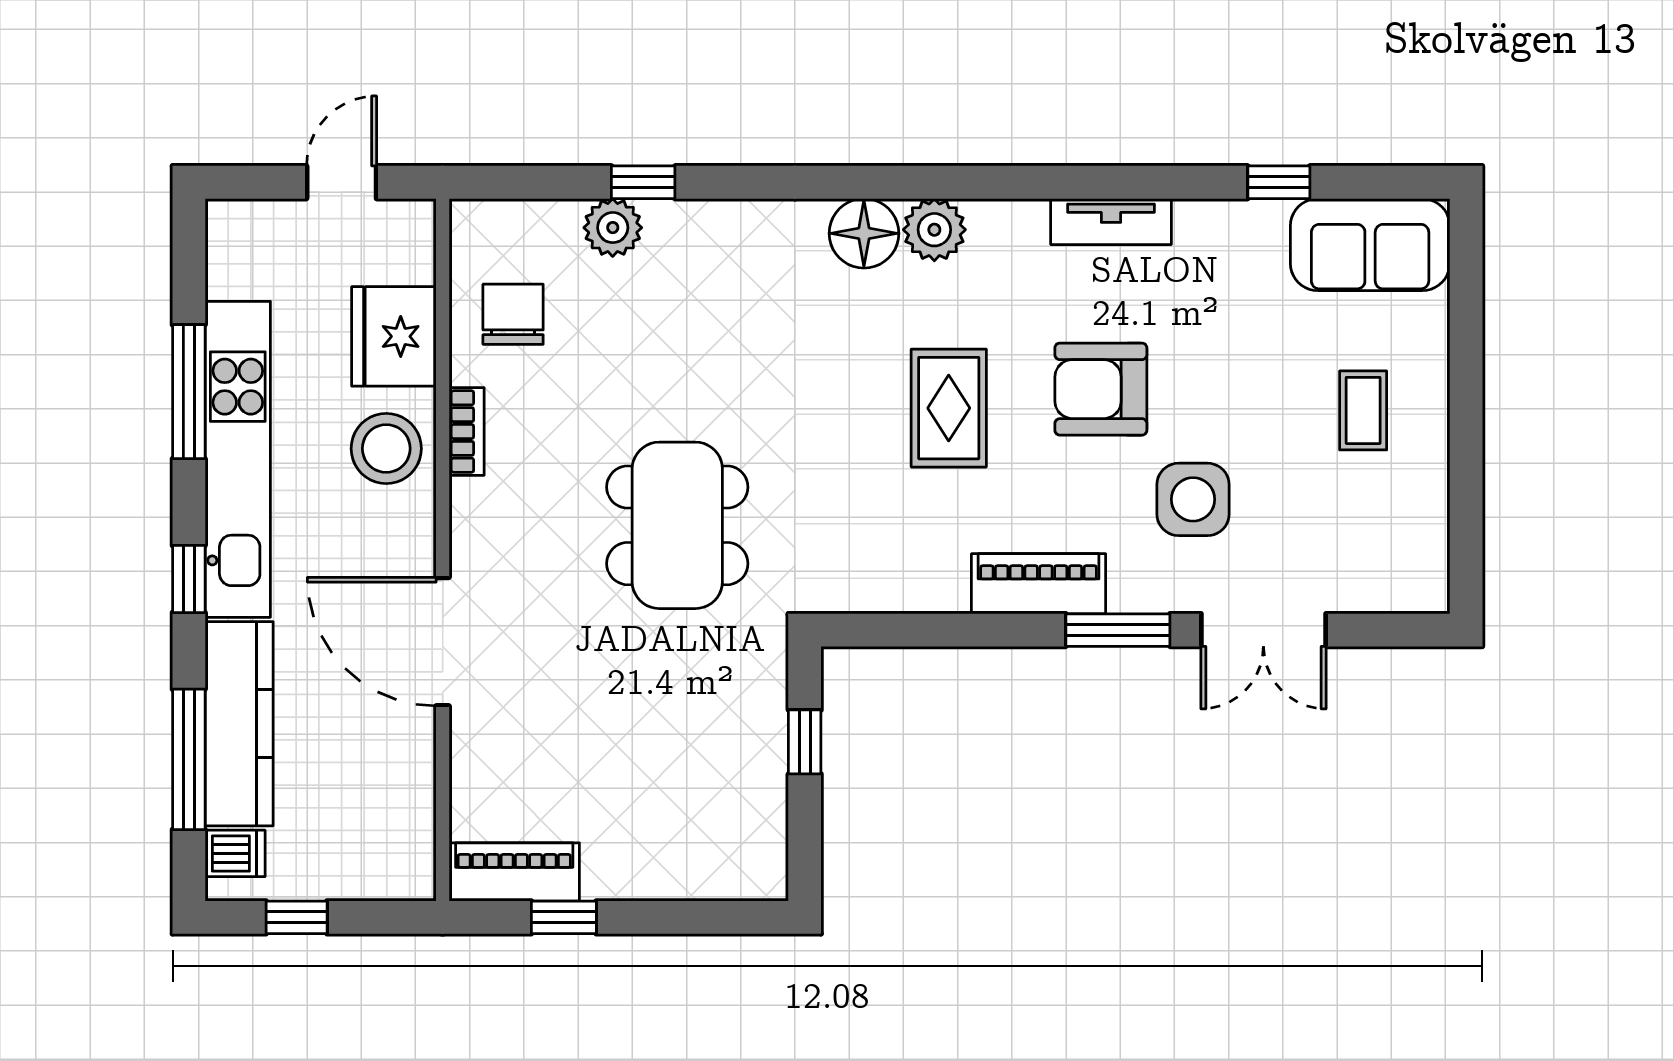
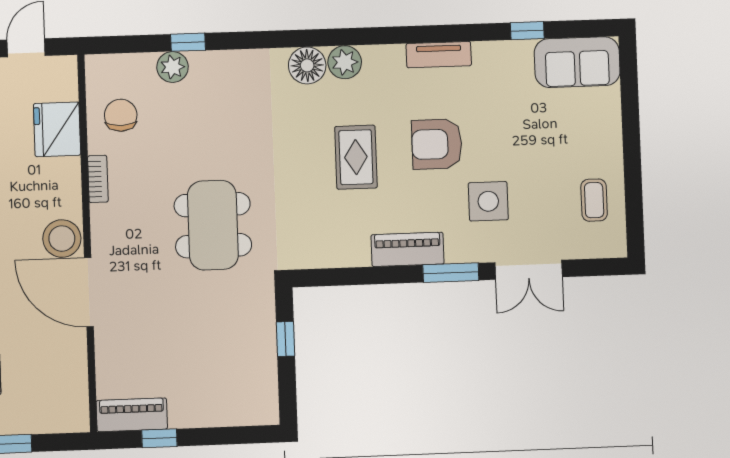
coffee table: (1363, 410) -> (594, 200), moved
stool: (386, 449) -> (62, 239), moved

